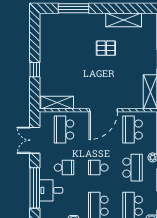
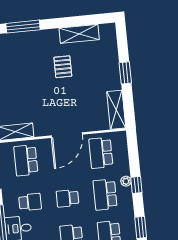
pallet: (106, 48) -> (63, 67), turned 90
school desk: (133, 168) -> (105, 195), turned 180

